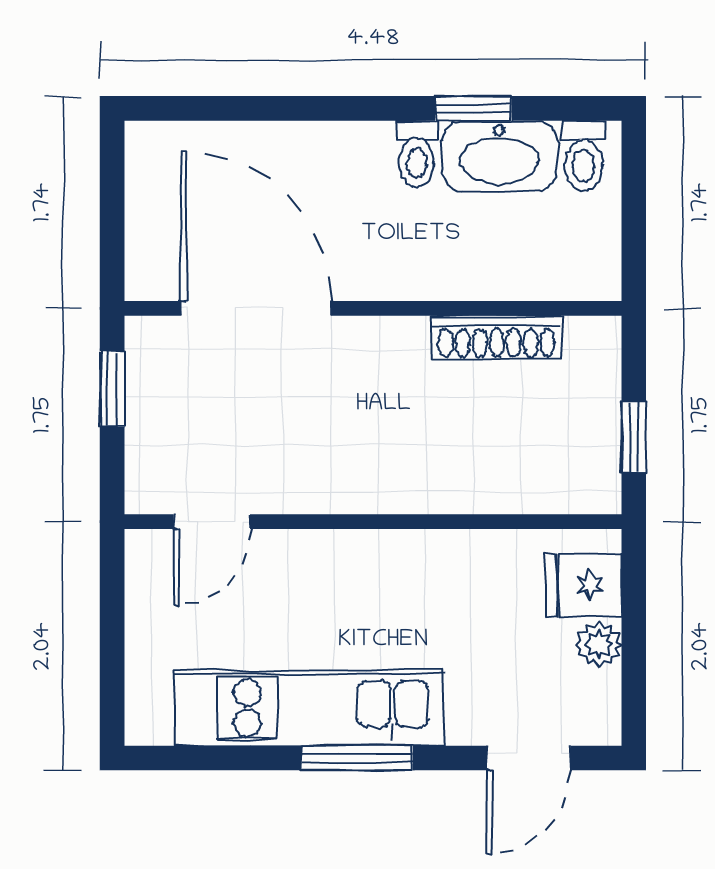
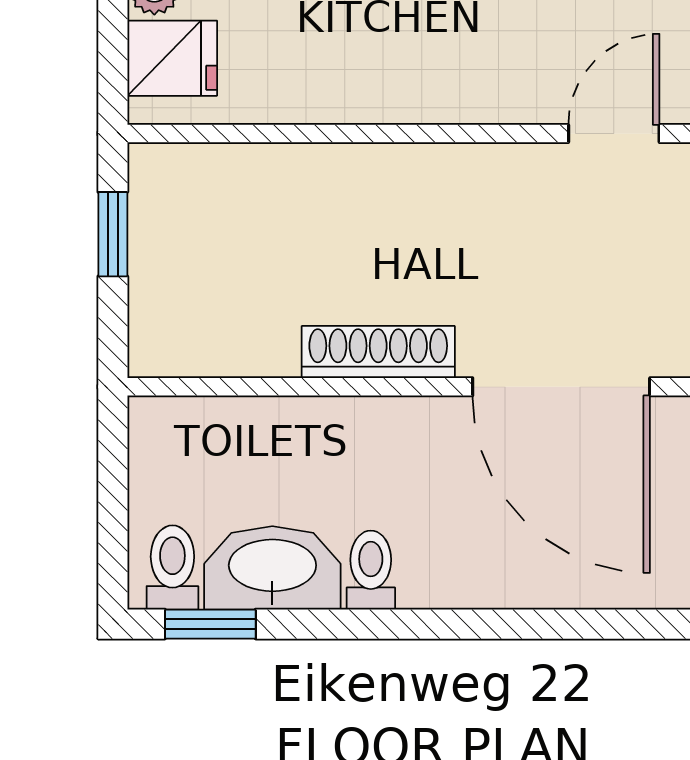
window: (473, 108) -> (210, 624), moved
shoe rack: (497, 338) -> (378, 352), moved

